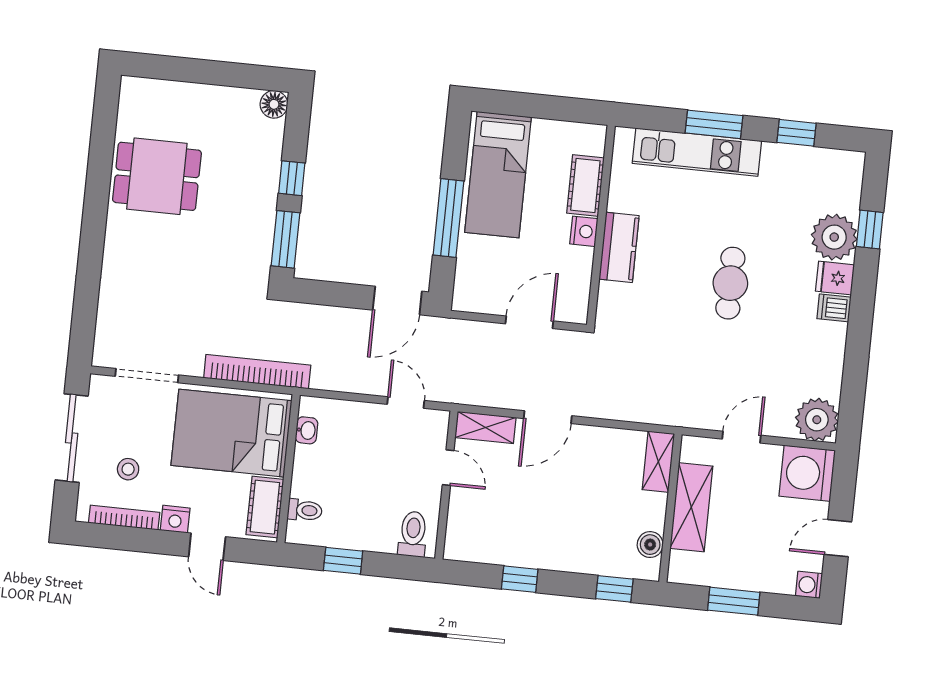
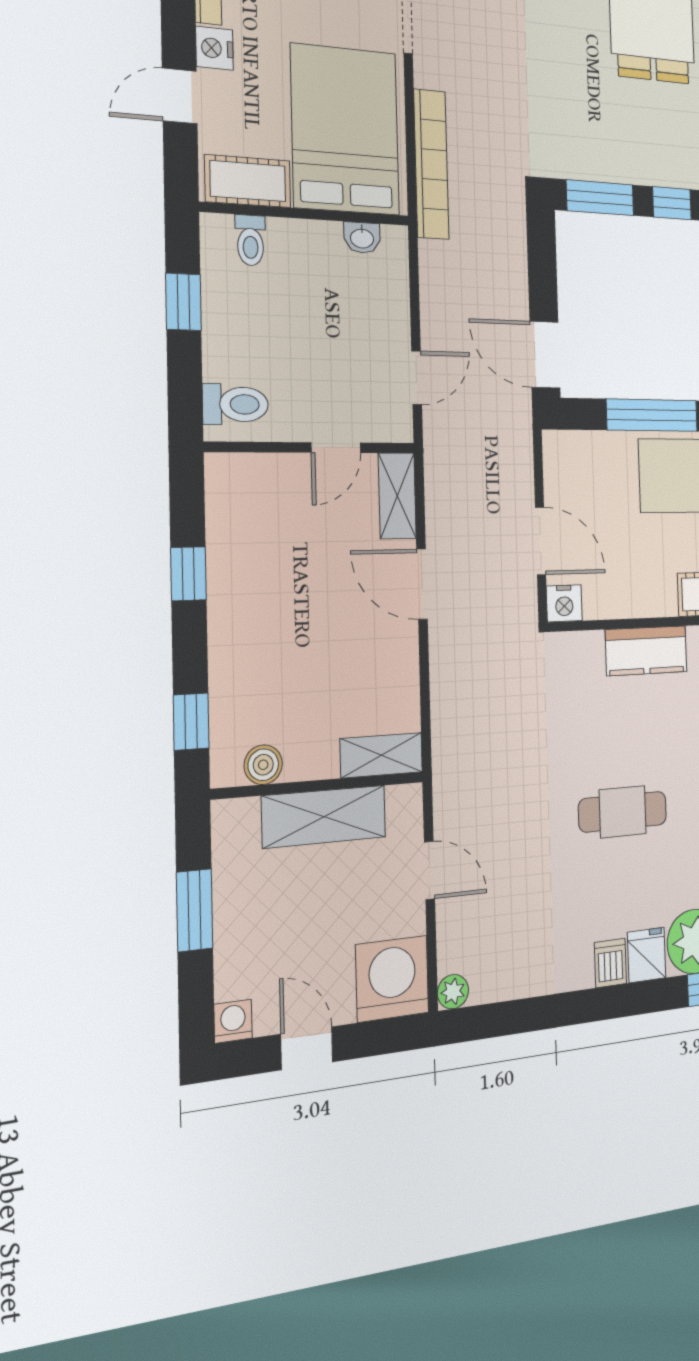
nightstand: (584, 231) -> (564, 603), moved
plant: (817, 420) -> (453, 992), width x0.53, depth x0.53

